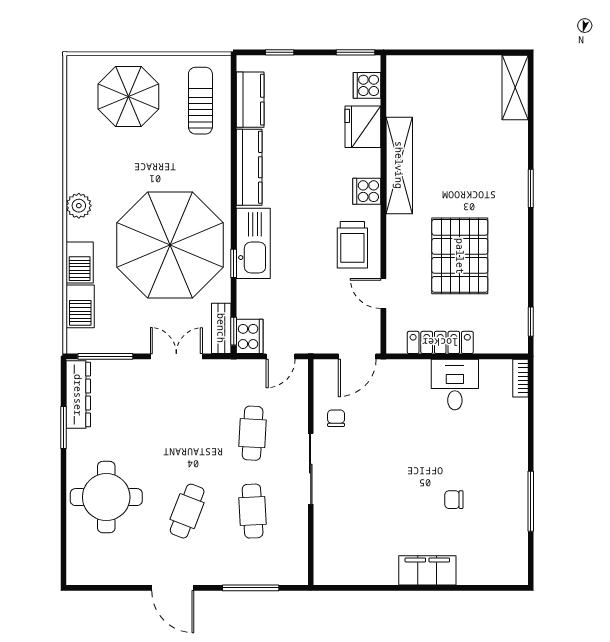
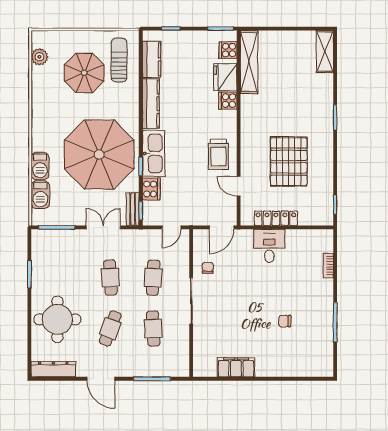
parasol: (128, 96) -> (84, 73), moved
shelving: (399, 165) -> (249, 62), moved
cooker: (367, 191) -> (228, 101), moved
plant: (79, 206) -> (39, 57), moved
cooker: (250, 336) -> (151, 189), moved
bookcase: (520, 378) -> (328, 266), moved
desk: (455, 385) -> (269, 246), moved
dresser: (78, 395) -> (53, 369), moved, turned -90
cafe table: (187, 433) -> (110, 278), added
filing cabinet: (427, 570) -> (236, 367), moved

